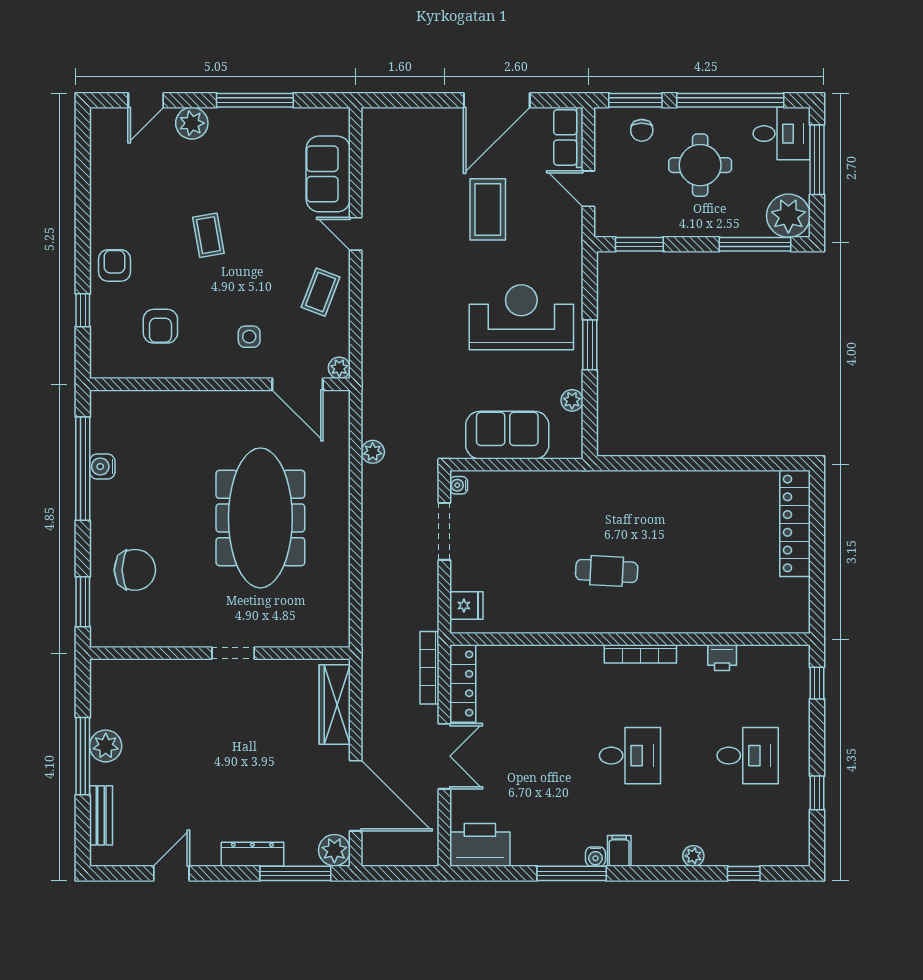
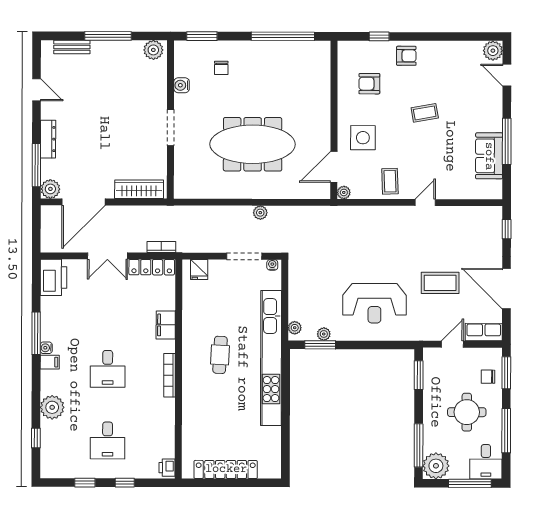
window: (399, 100) -> (507, 229), added
window: (730, 100) -> (506, 431), width x0.68
plant: (192, 123) -> (493, 51), moved
sofa: (328, 174) -> (489, 156), moved, turned -90
coffee table: (321, 292) -> (390, 181), turned 67
reception desk: (521, 317) -> (374, 303), turned 90
side table: (249, 337) -> (363, 138), width x1.87, depth x1.87
window: (590, 345) -> (320, 345), moved
sofa: (507, 435) -> (303, 295), removed
plant: (562, 448) -> (295, 328), added
plant: (373, 452) -> (260, 213), moved
water cooler: (102, 467) -> (182, 85), moved, turned -90
kitchen unit: (612, 487) -> (271, 358), added
locker: (795, 523) -> (226, 469), moved
chair: (135, 570) -> (221, 68), width x0.54, depth x0.54
doorway: (233, 653) -> (170, 128), width x1.38
printer: (722, 658) -> (167, 468), moved
filing cabinet: (558, 660) -> (166, 325), added
bookcase: (429, 668) -> (161, 247), width x0.64
window: (817, 683) -> (125, 483), moved
plant: (106, 746) -> (153, 50), moved
plant: (693, 856) -> (52, 407), width x1.88, depth x1.88

